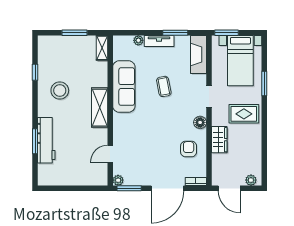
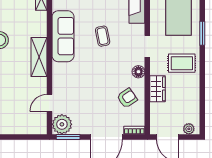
armchair: (189, 149) -> (127, 98), turned 56
plant: (118, 180) -> (62, 124), width x1.87, depth x1.87

